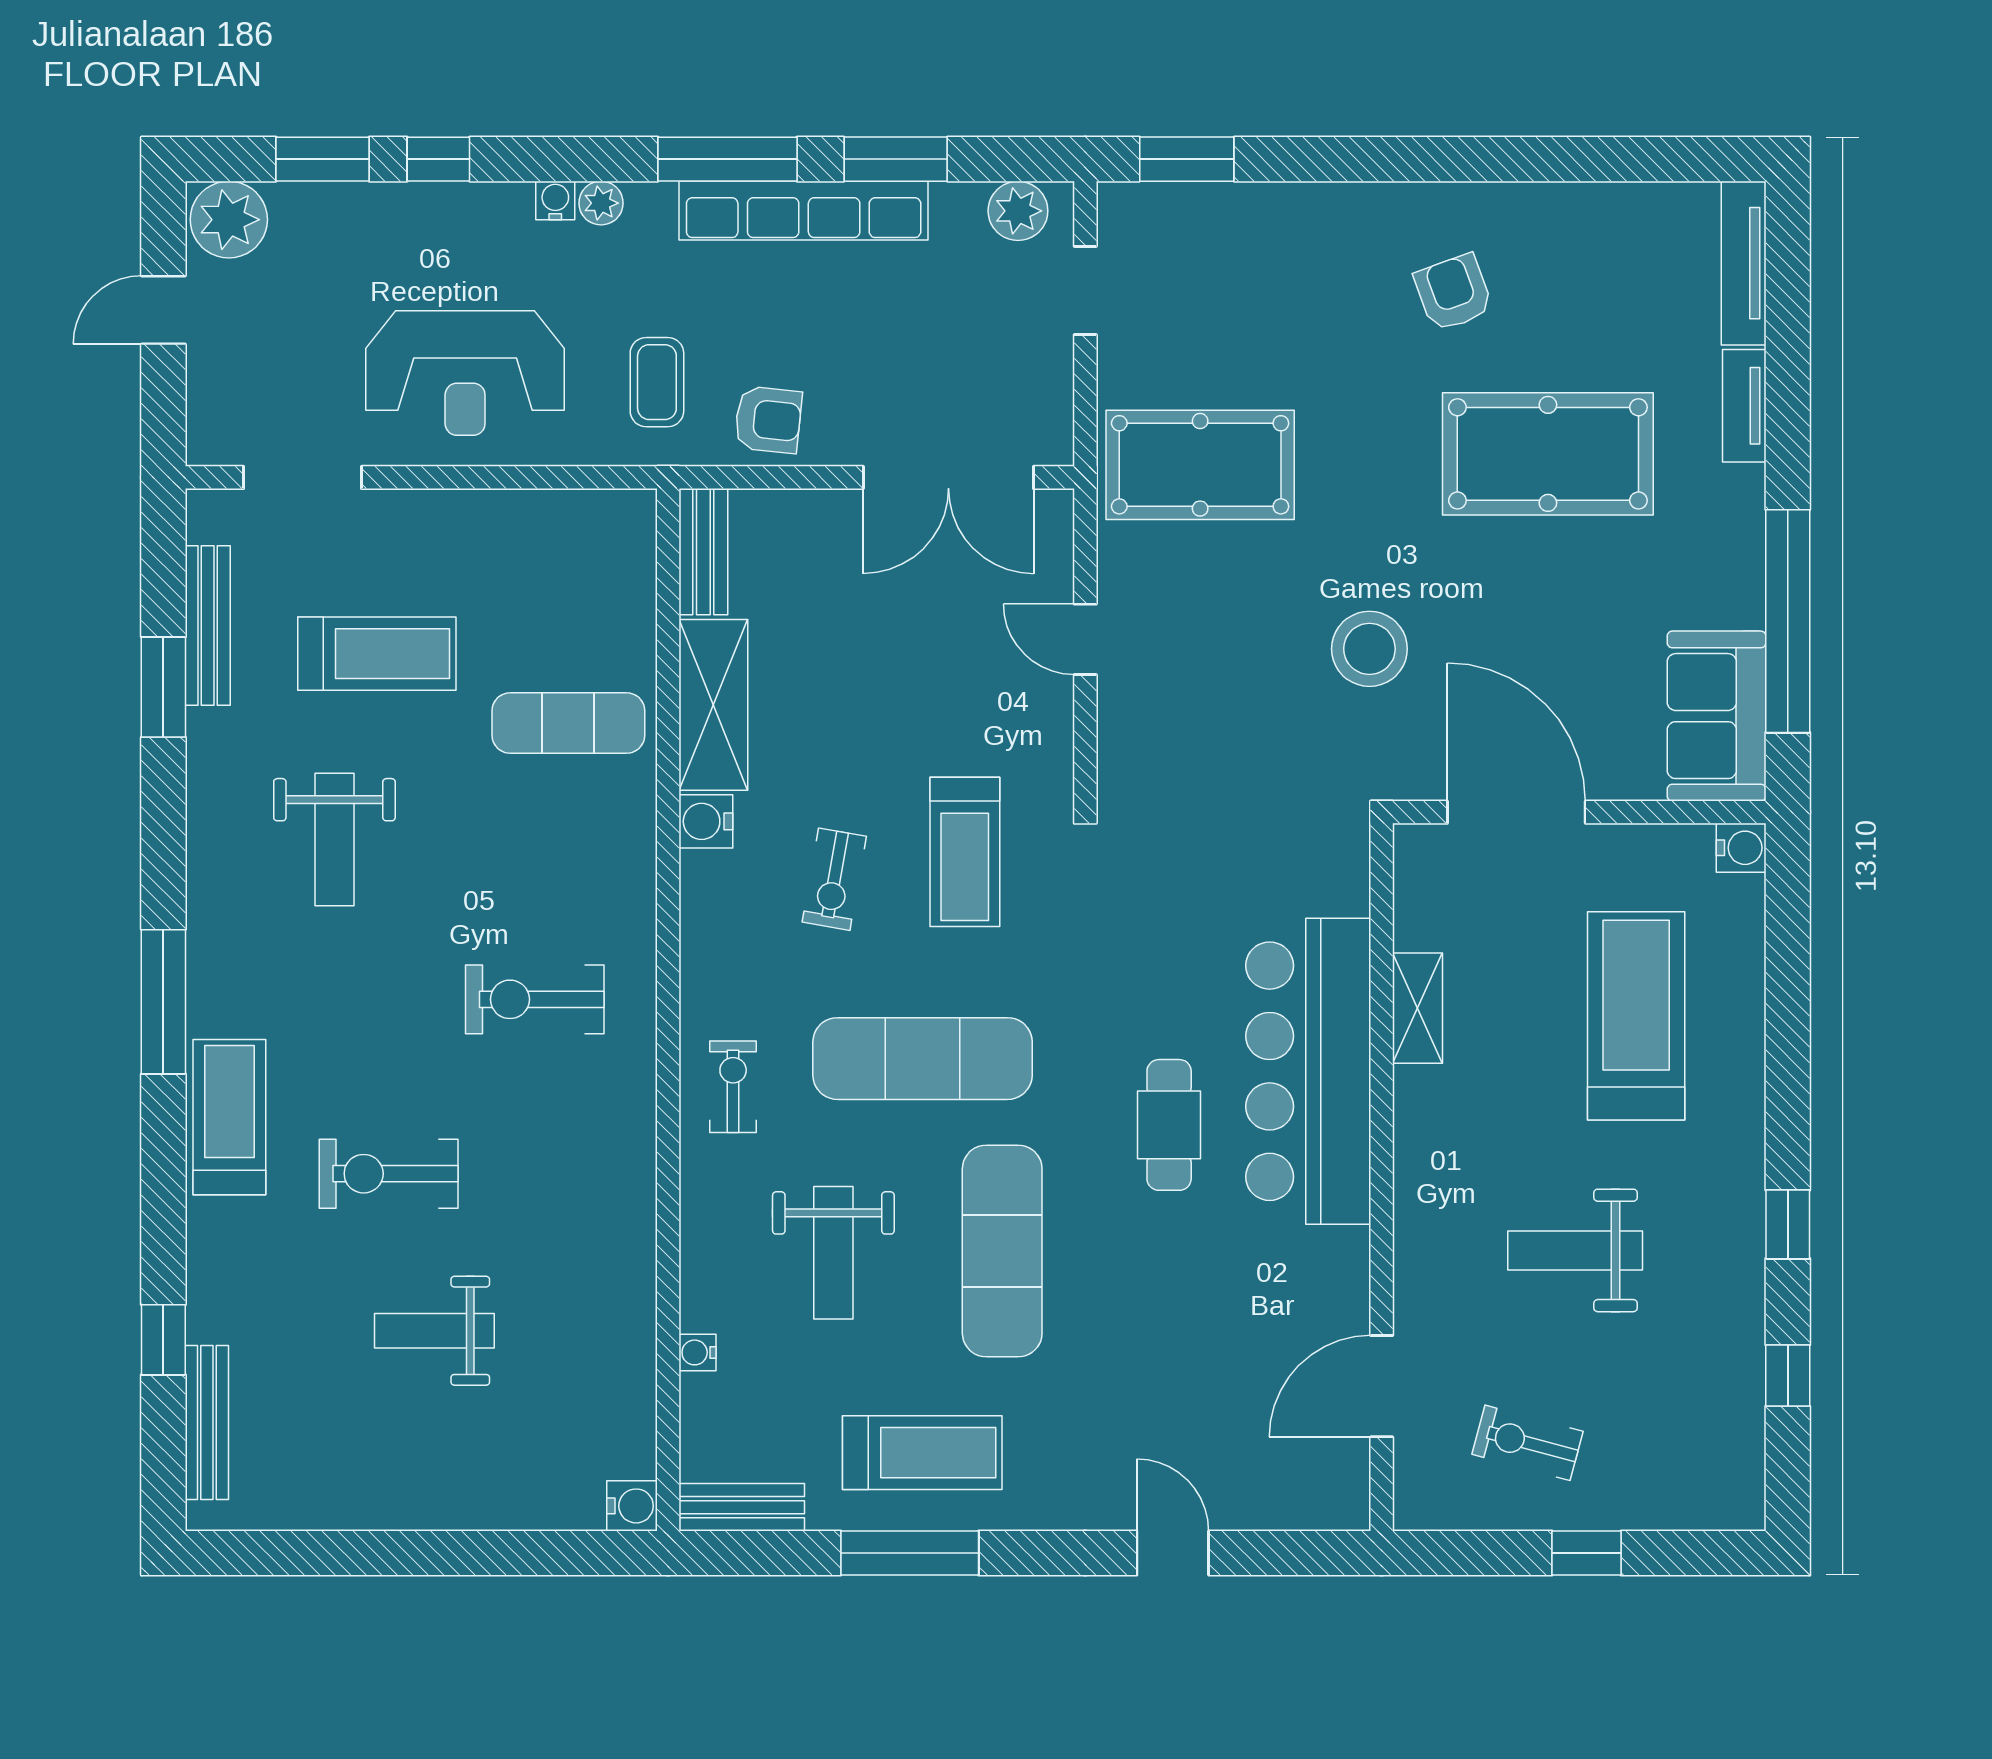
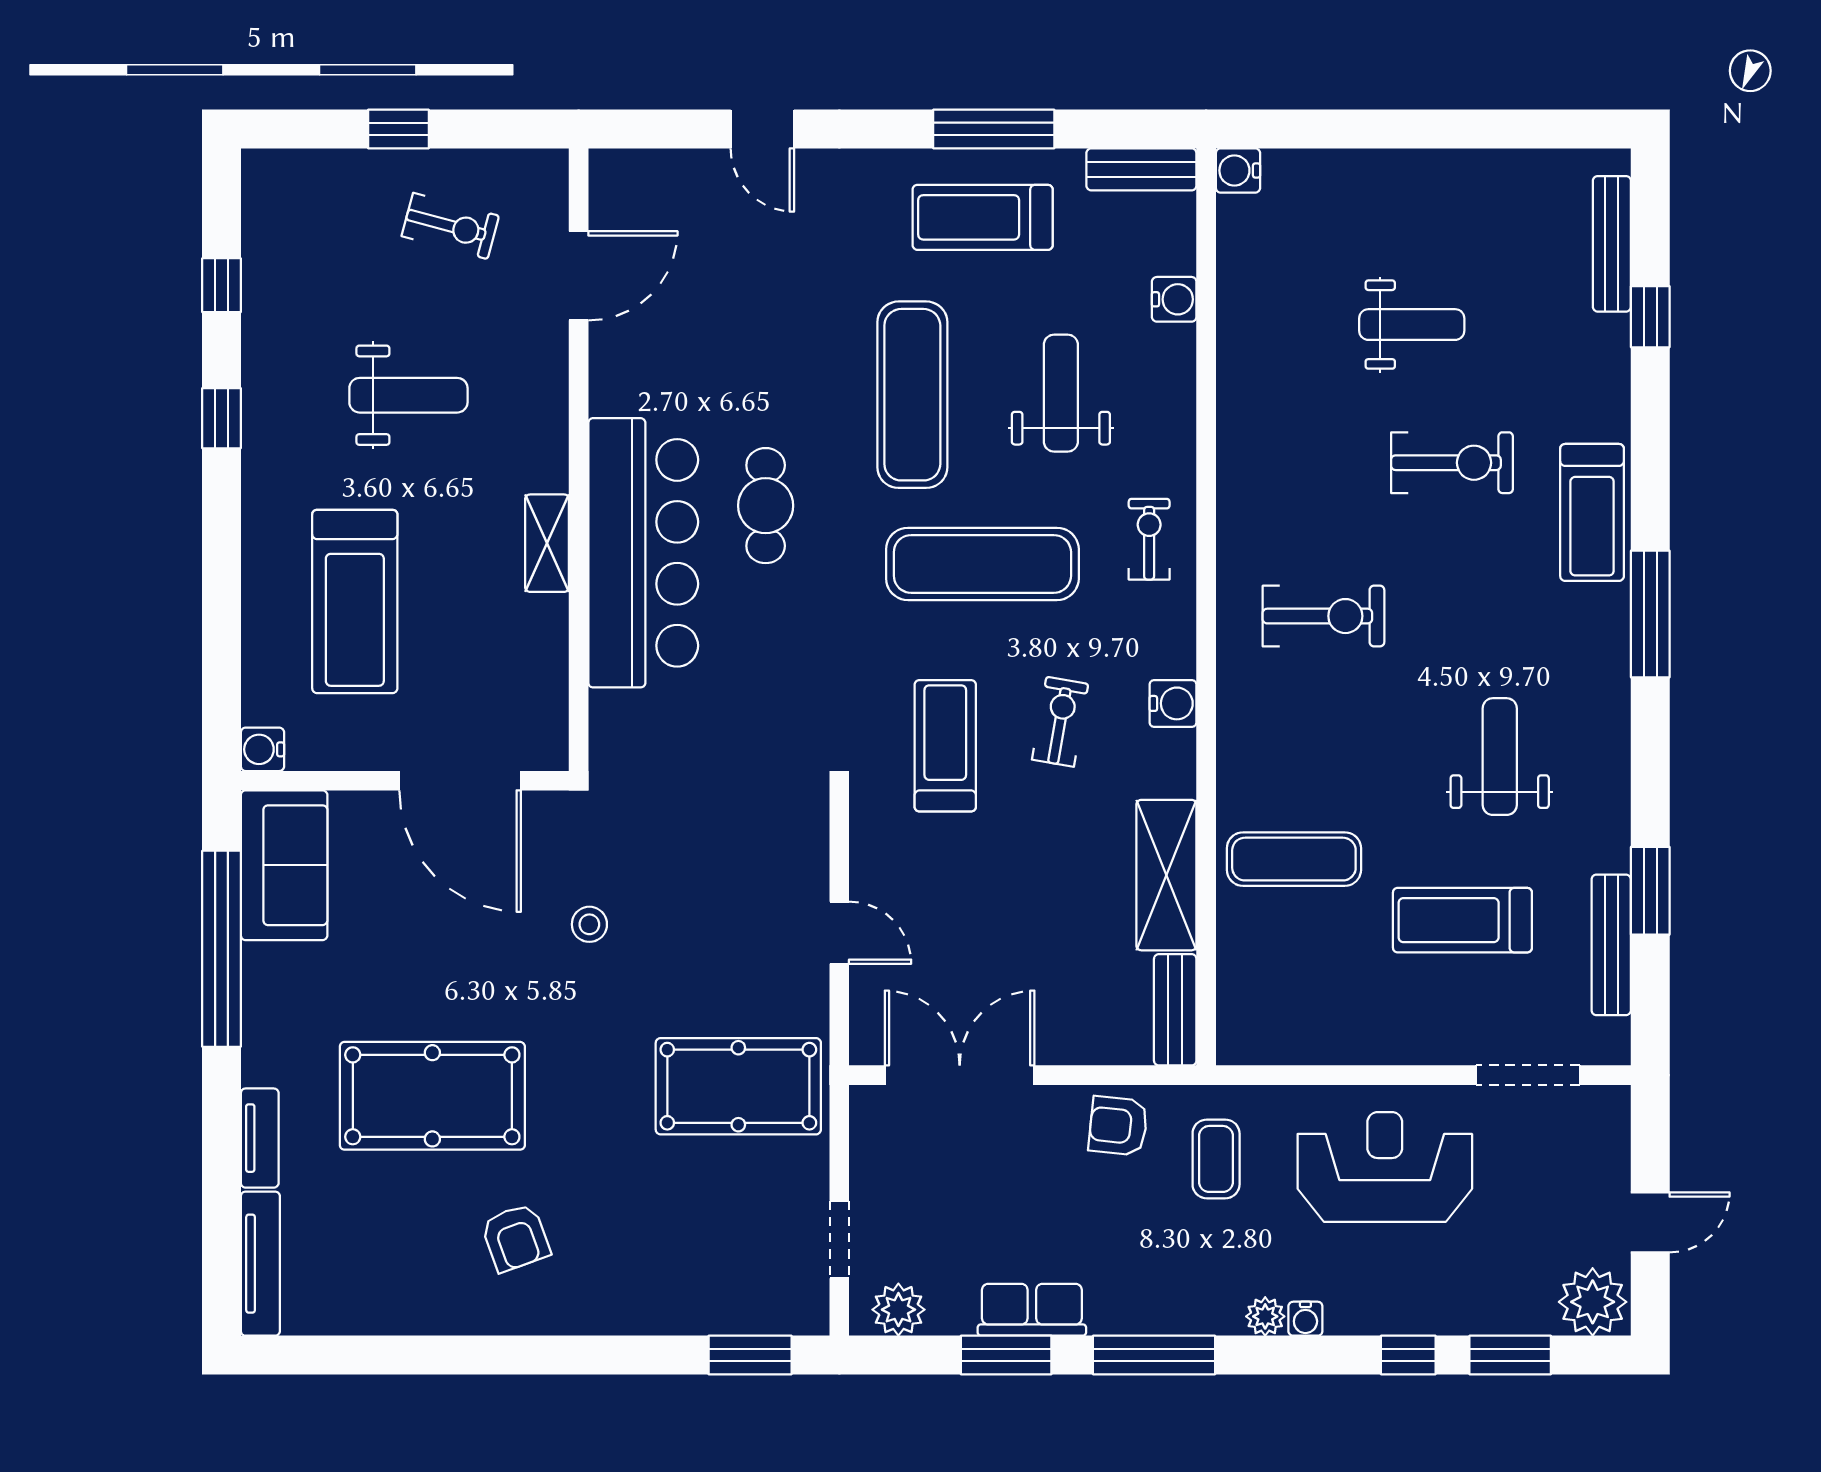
row of seats: (804, 211) -> (1032, 1310), width x0.50
stool: (1369, 649) -> (589, 924), width x0.53, depth x0.53
water cooler: (706, 821) -> (1173, 703), moved
shelving: (1418, 1008) -> (547, 543), moved
exercise bike: (733, 1087) -> (1149, 539), turned 180
water cooler: (698, 1352) -> (1174, 299), width x1.38, depth x1.38

